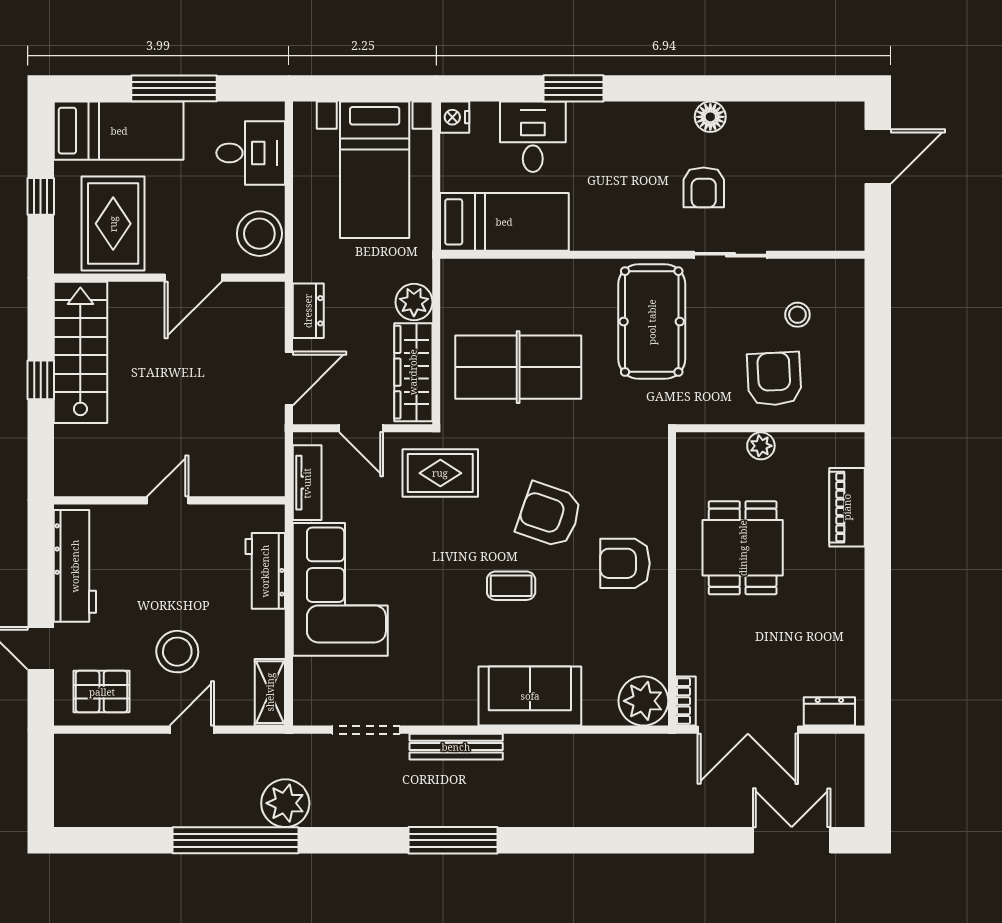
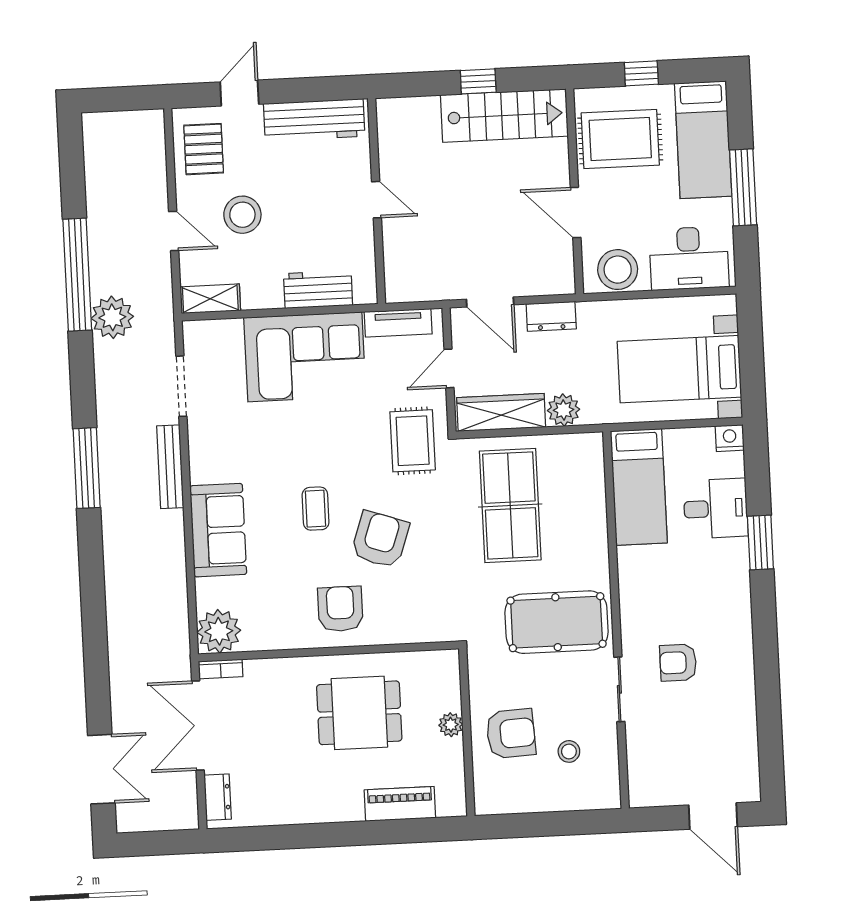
floor lamp: (710, 117) -> (741, 665), removed
desk: (251, 153) -> (689, 258), width x1.37

